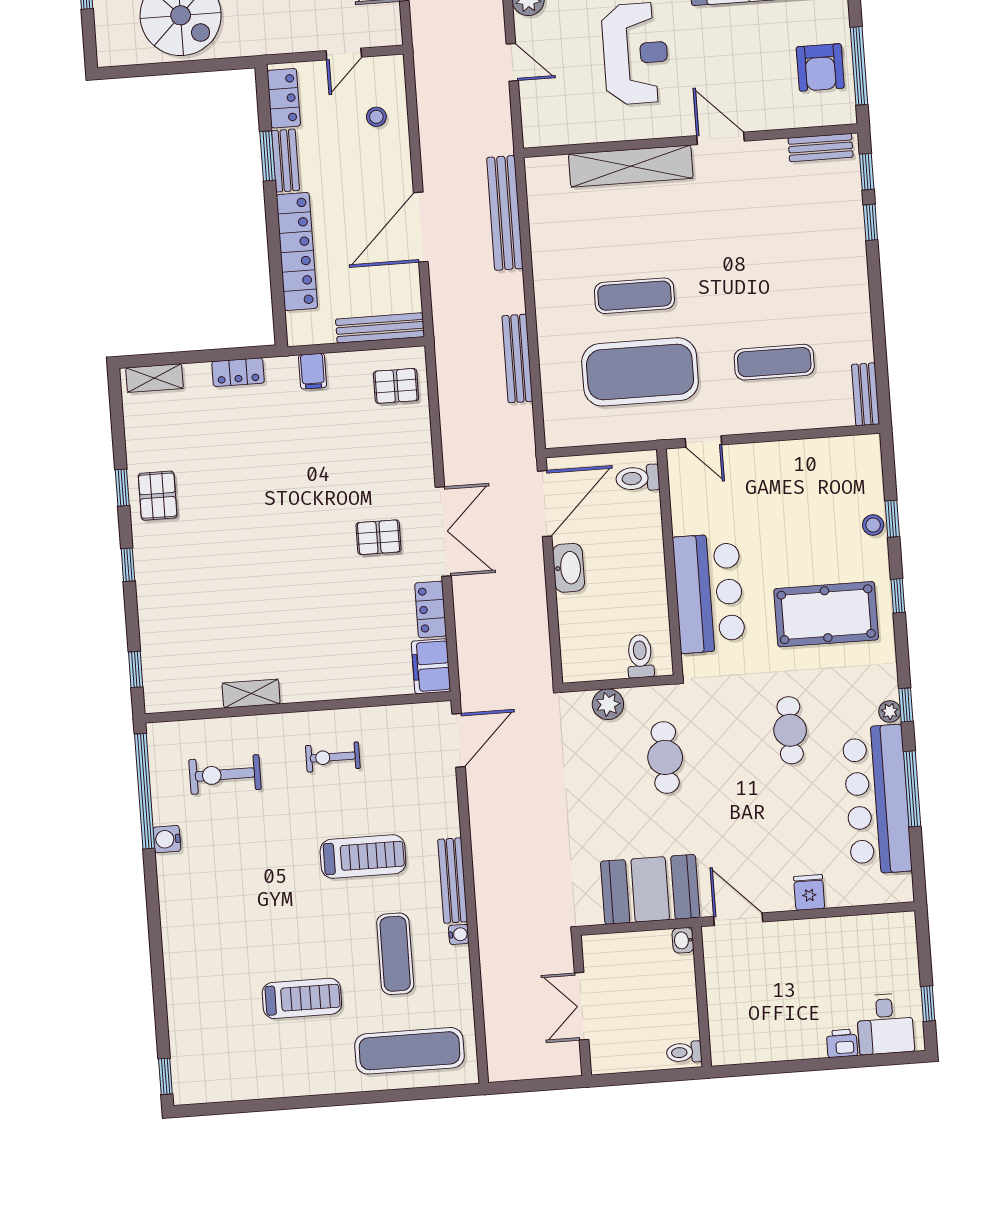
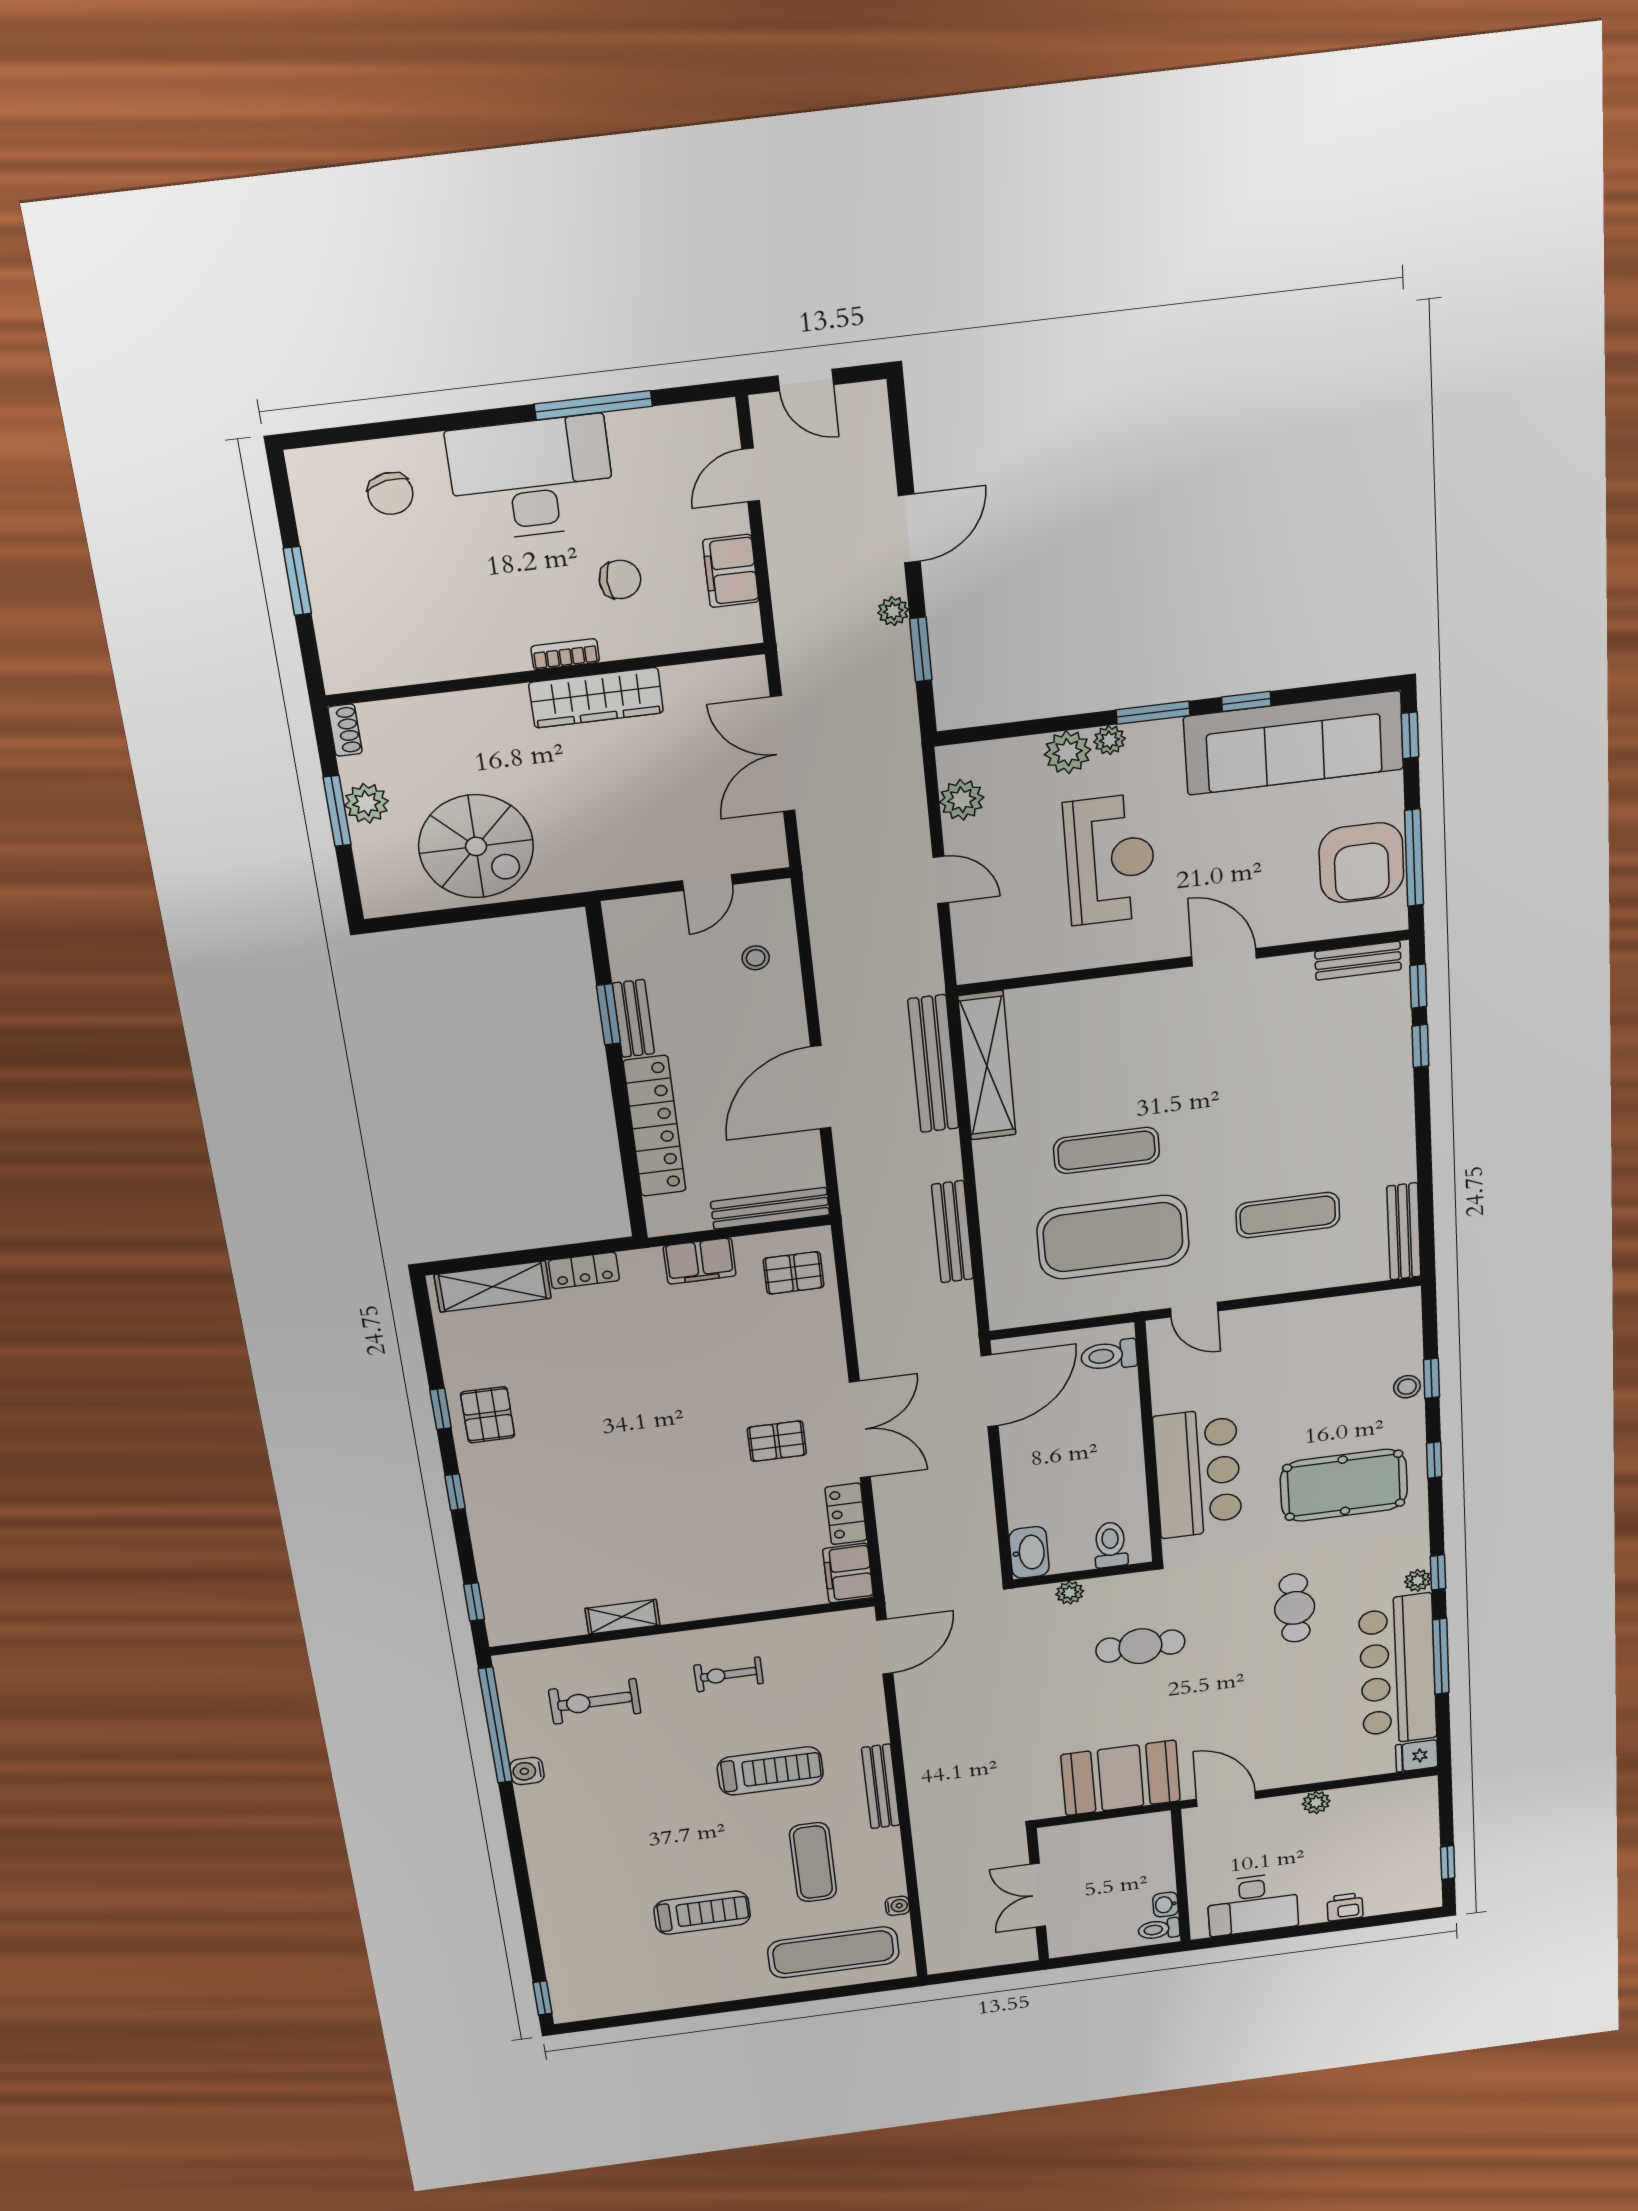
armchair: (820, 67) -> (1361, 863), width x1.36, depth x1.36
locker: (284, 98) -> (627, 942), removed
shelving: (631, 166) -> (987, 1066), moved, turned 90
filing cabinet: (312, 371) -> (700, 1261), width x2.00
shelving: (154, 378) -> (493, 1286), width x1.50, depth x1.33
bench: (865, 394) -> (1404, 1231), width x1.36
washbasin: (568, 568) -> (1029, 1552), moved
plant: (608, 704) -> (1070, 1593), width x0.73, depth x0.73
cafe table: (665, 757) -> (1140, 1646), turned 90
fridge: (809, 892) -> (1417, 1756), moved, turned -90
plant: (814, 930) -> (1316, 1802), added
water cooler: (459, 934) -> (897, 1906), moved
washbasin: (683, 940) -> (1165, 1905), moved
desk: (885, 1024) -> (1253, 1904), moved, width x1.37

